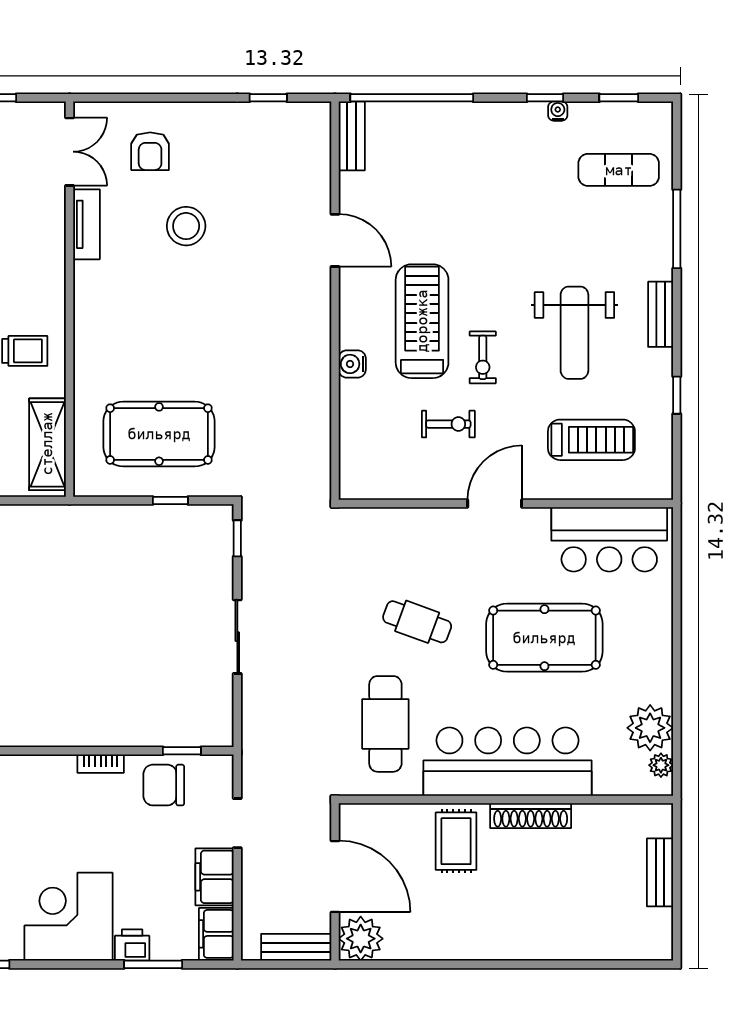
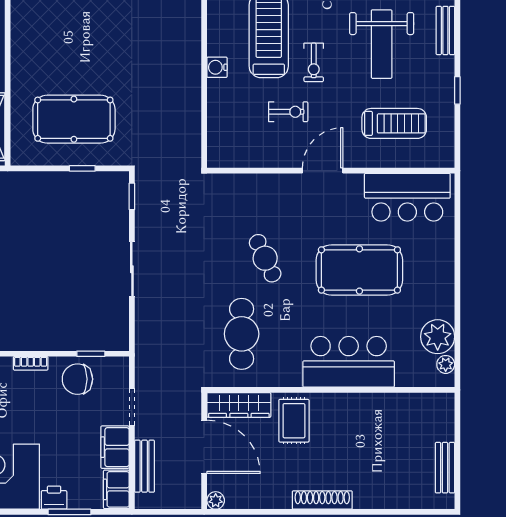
cafe table: (417, 622) -> (265, 258), turned 45
bar counter: (507, 762) -> (349, 362), width x0.73
shoe rack: (531, 816) -> (322, 500), moved, turned 180
wardrobe: (382, 820) -> (239, 405), added
bench: (660, 872) -> (445, 468), moved
plant: (361, 939) -> (216, 500), width x0.53, depth x0.53
bench: (296, 947) -> (145, 466), moved, turned 90

